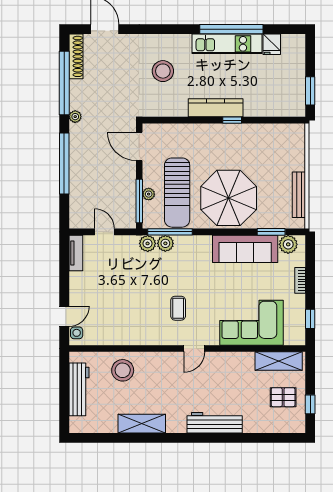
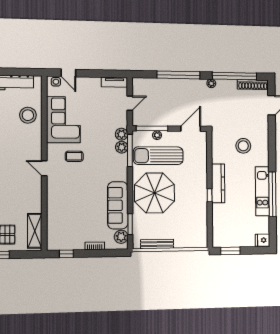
fridge: (272, 44) -> (263, 240), moved
corner sofa: (251, 323) -> (63, 120), moved

